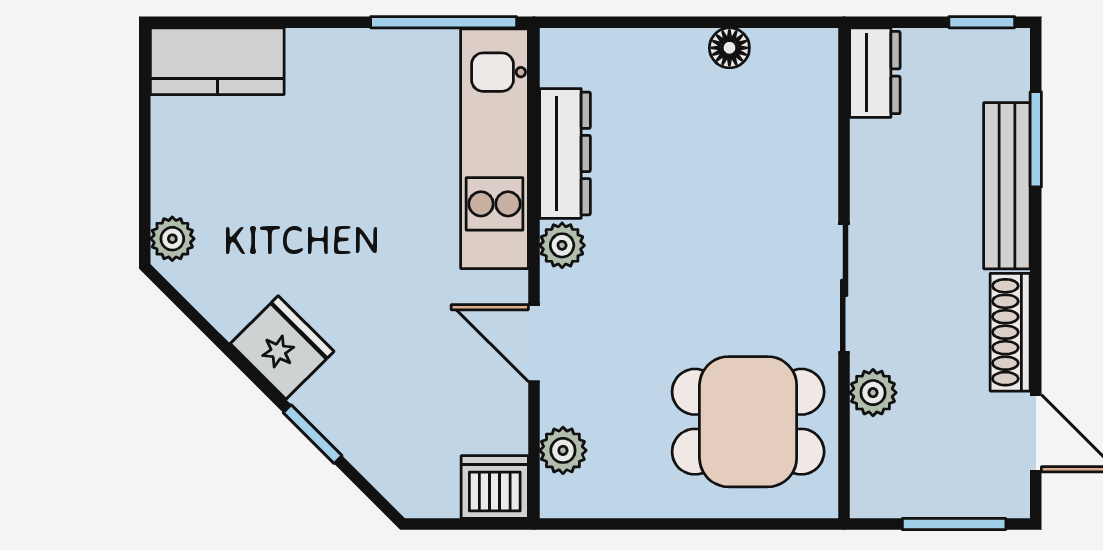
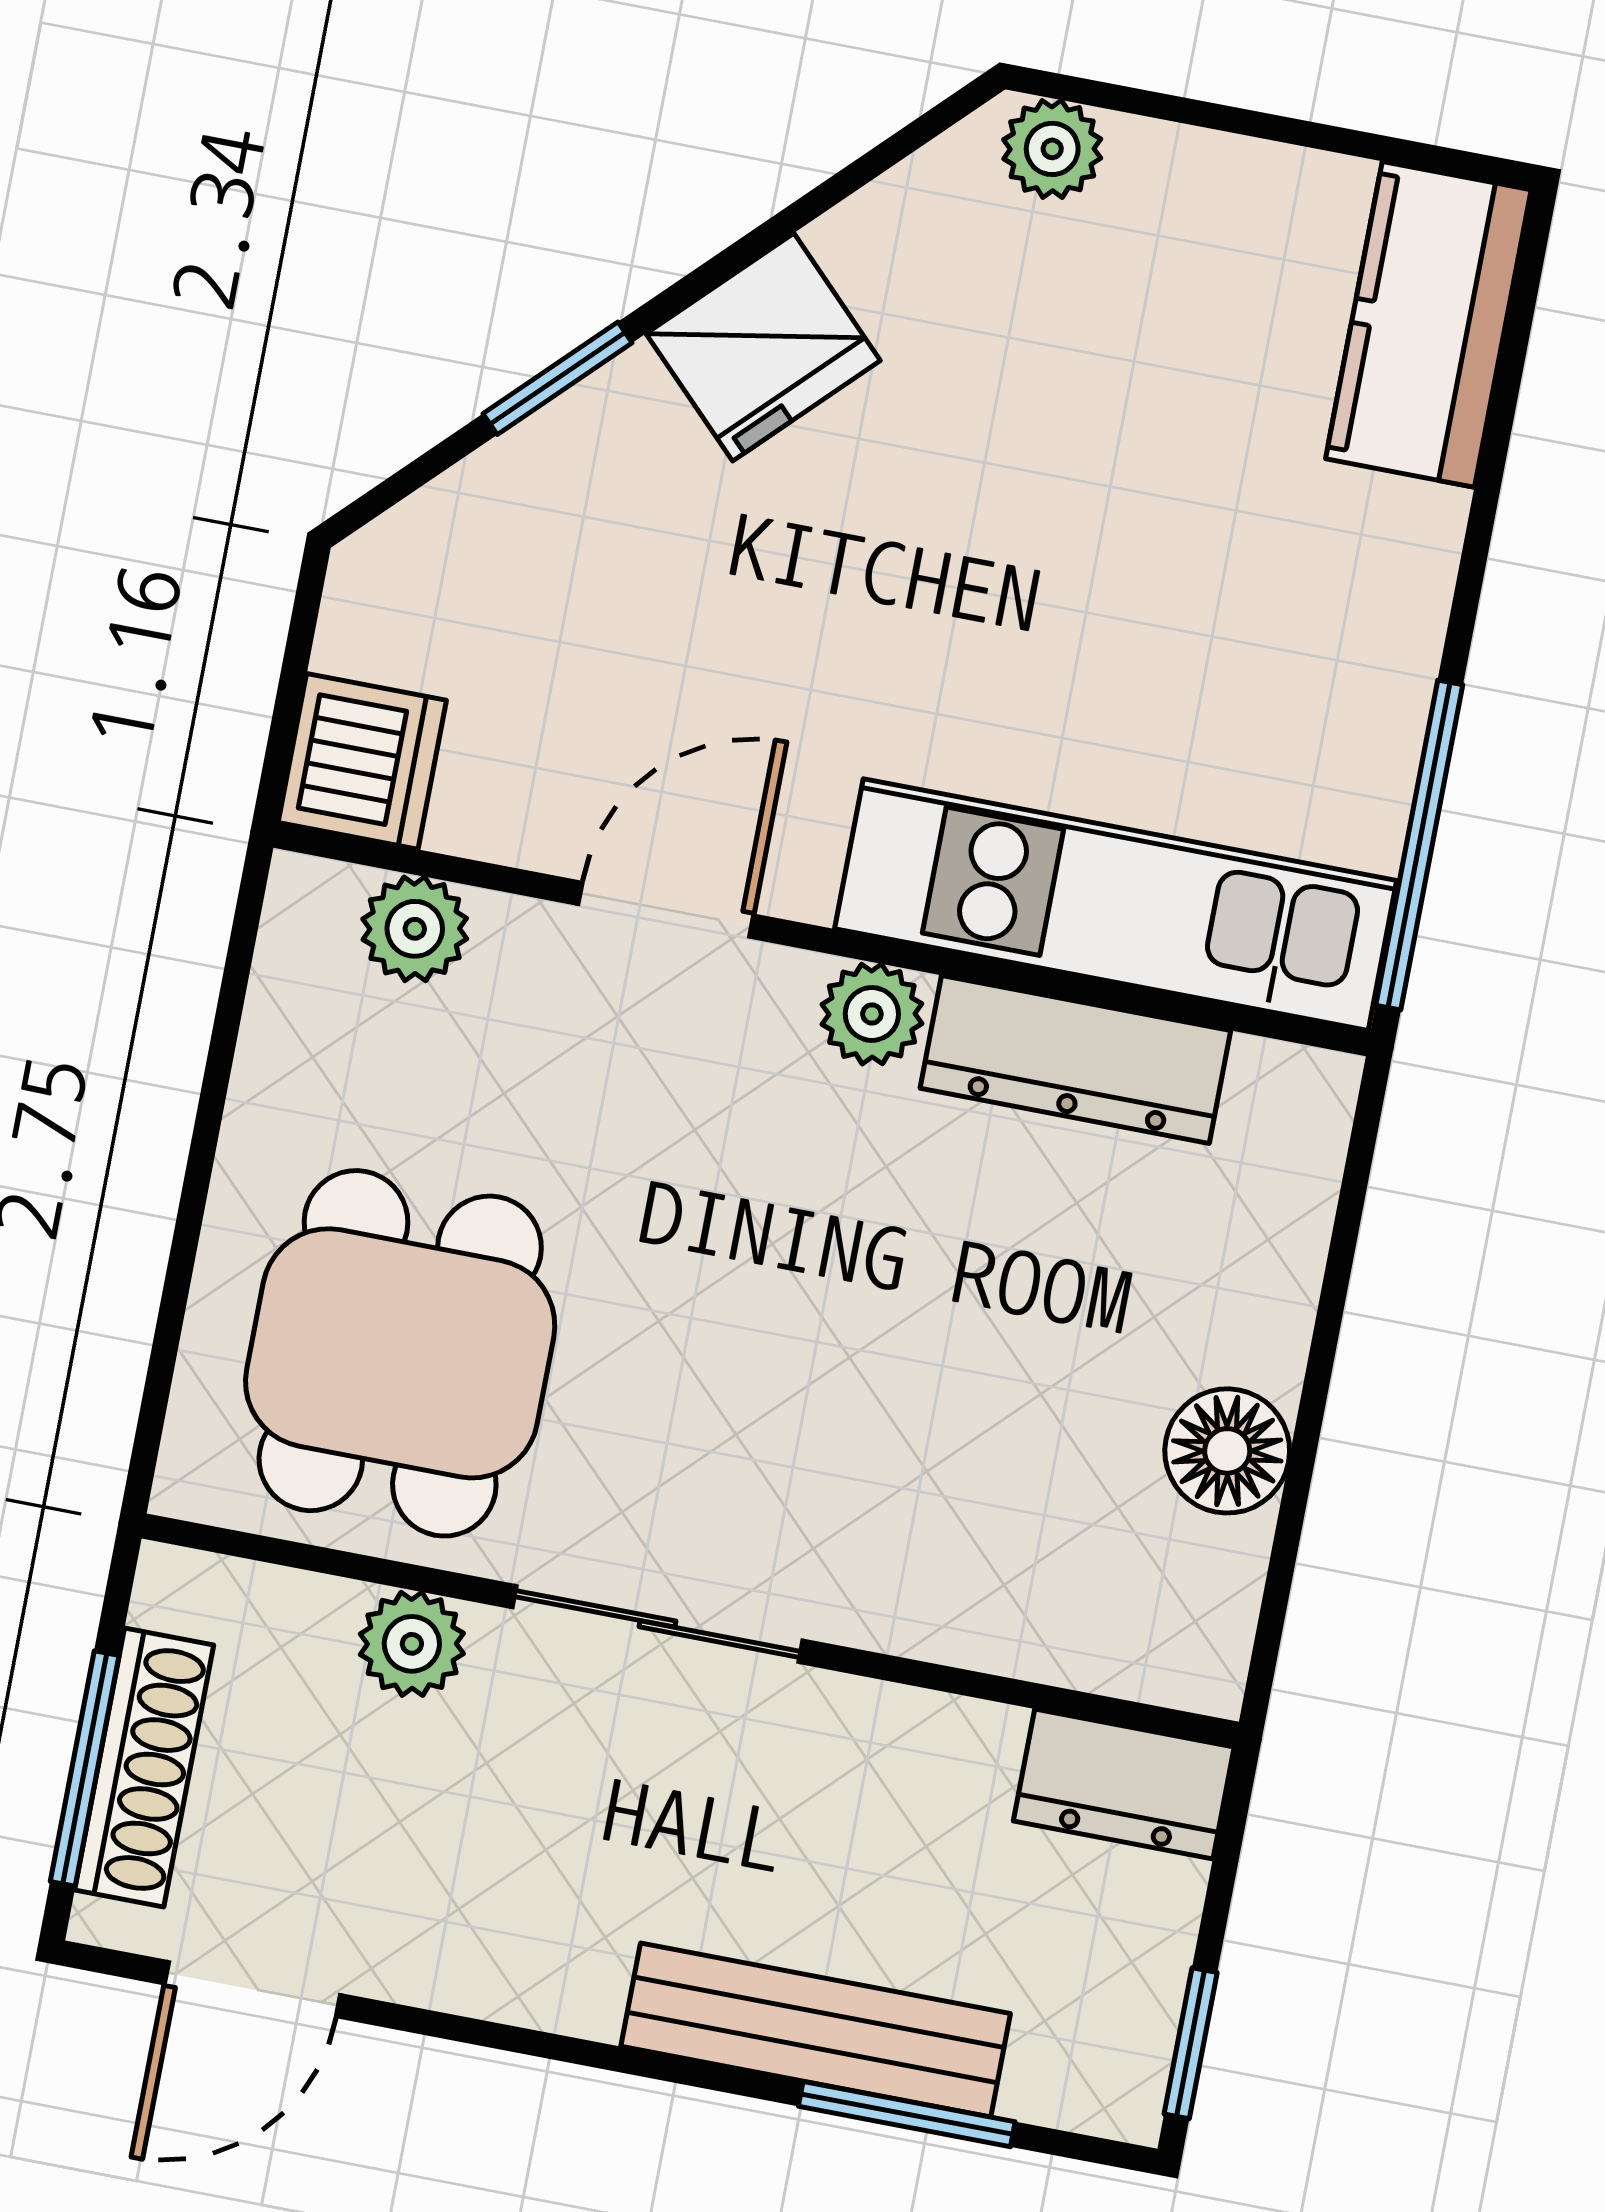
floor lamp: (729, 48) -> (1227, 1451), width x1.37, depth x1.37
shoe rack: (1010, 332) -> (144, 1767), moved, turned 90

